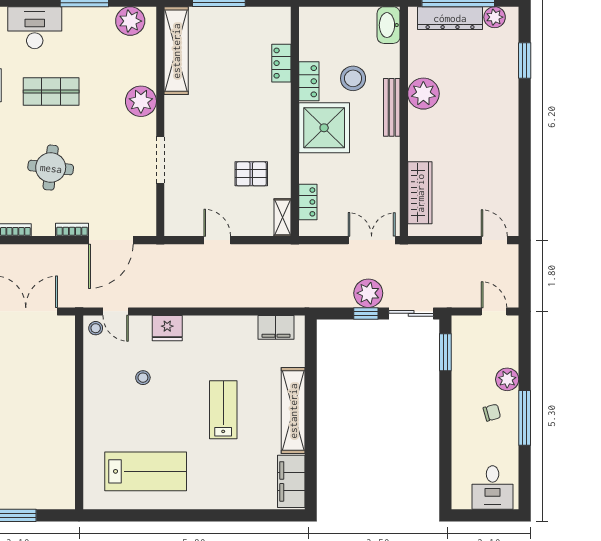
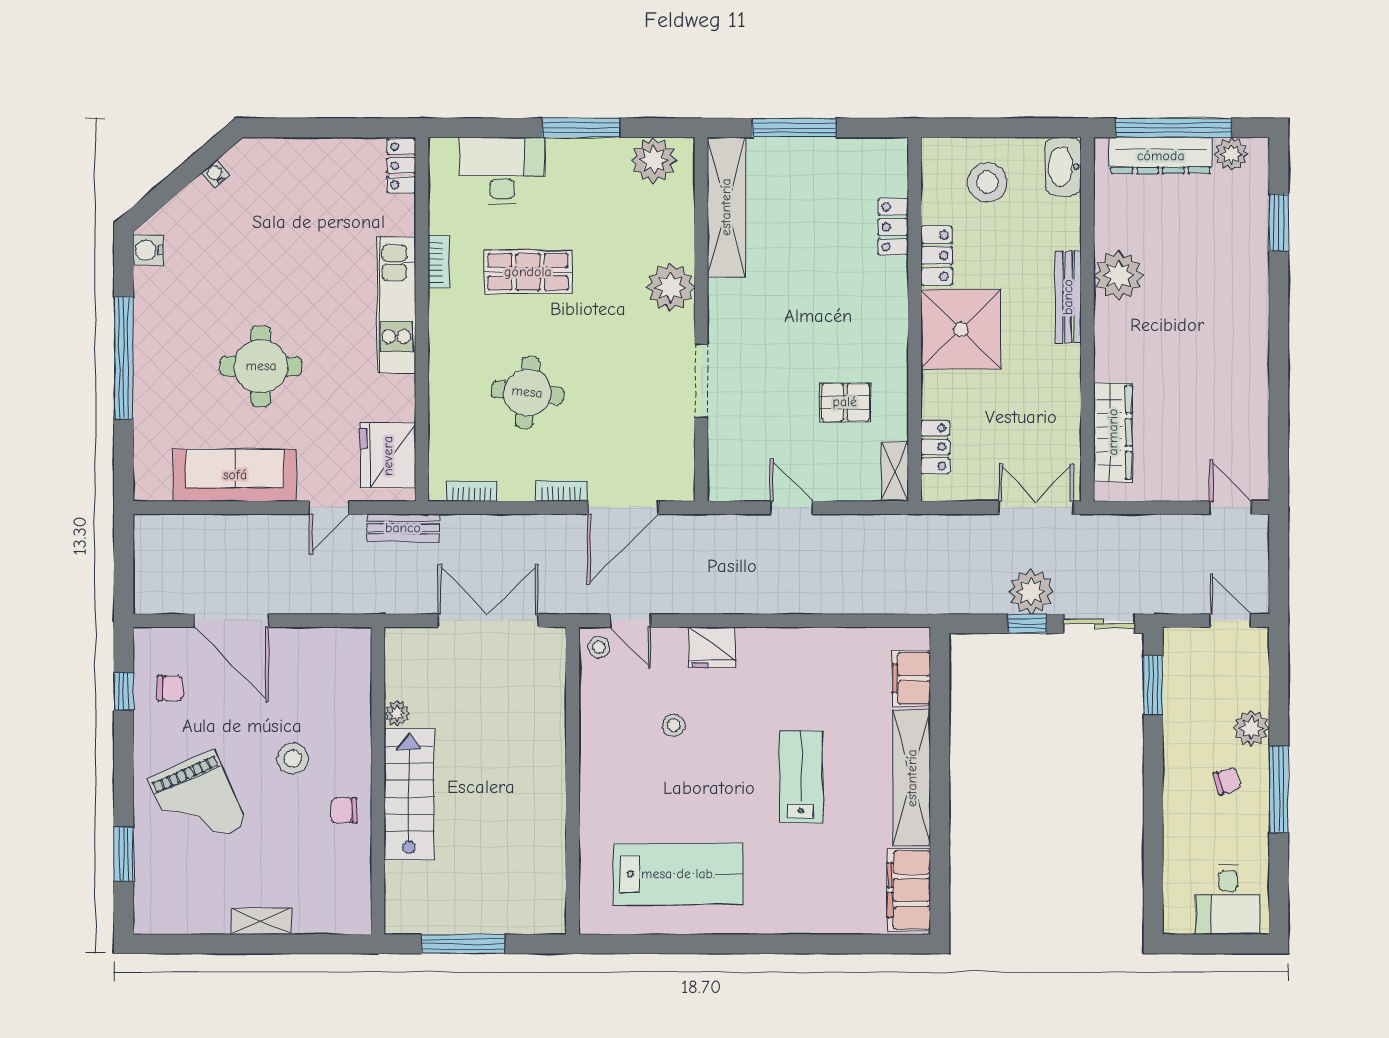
stool: (353, 78) -> (987, 182), moved
filing cabinet: (276, 327) -> (911, 678), moved, turned 90

